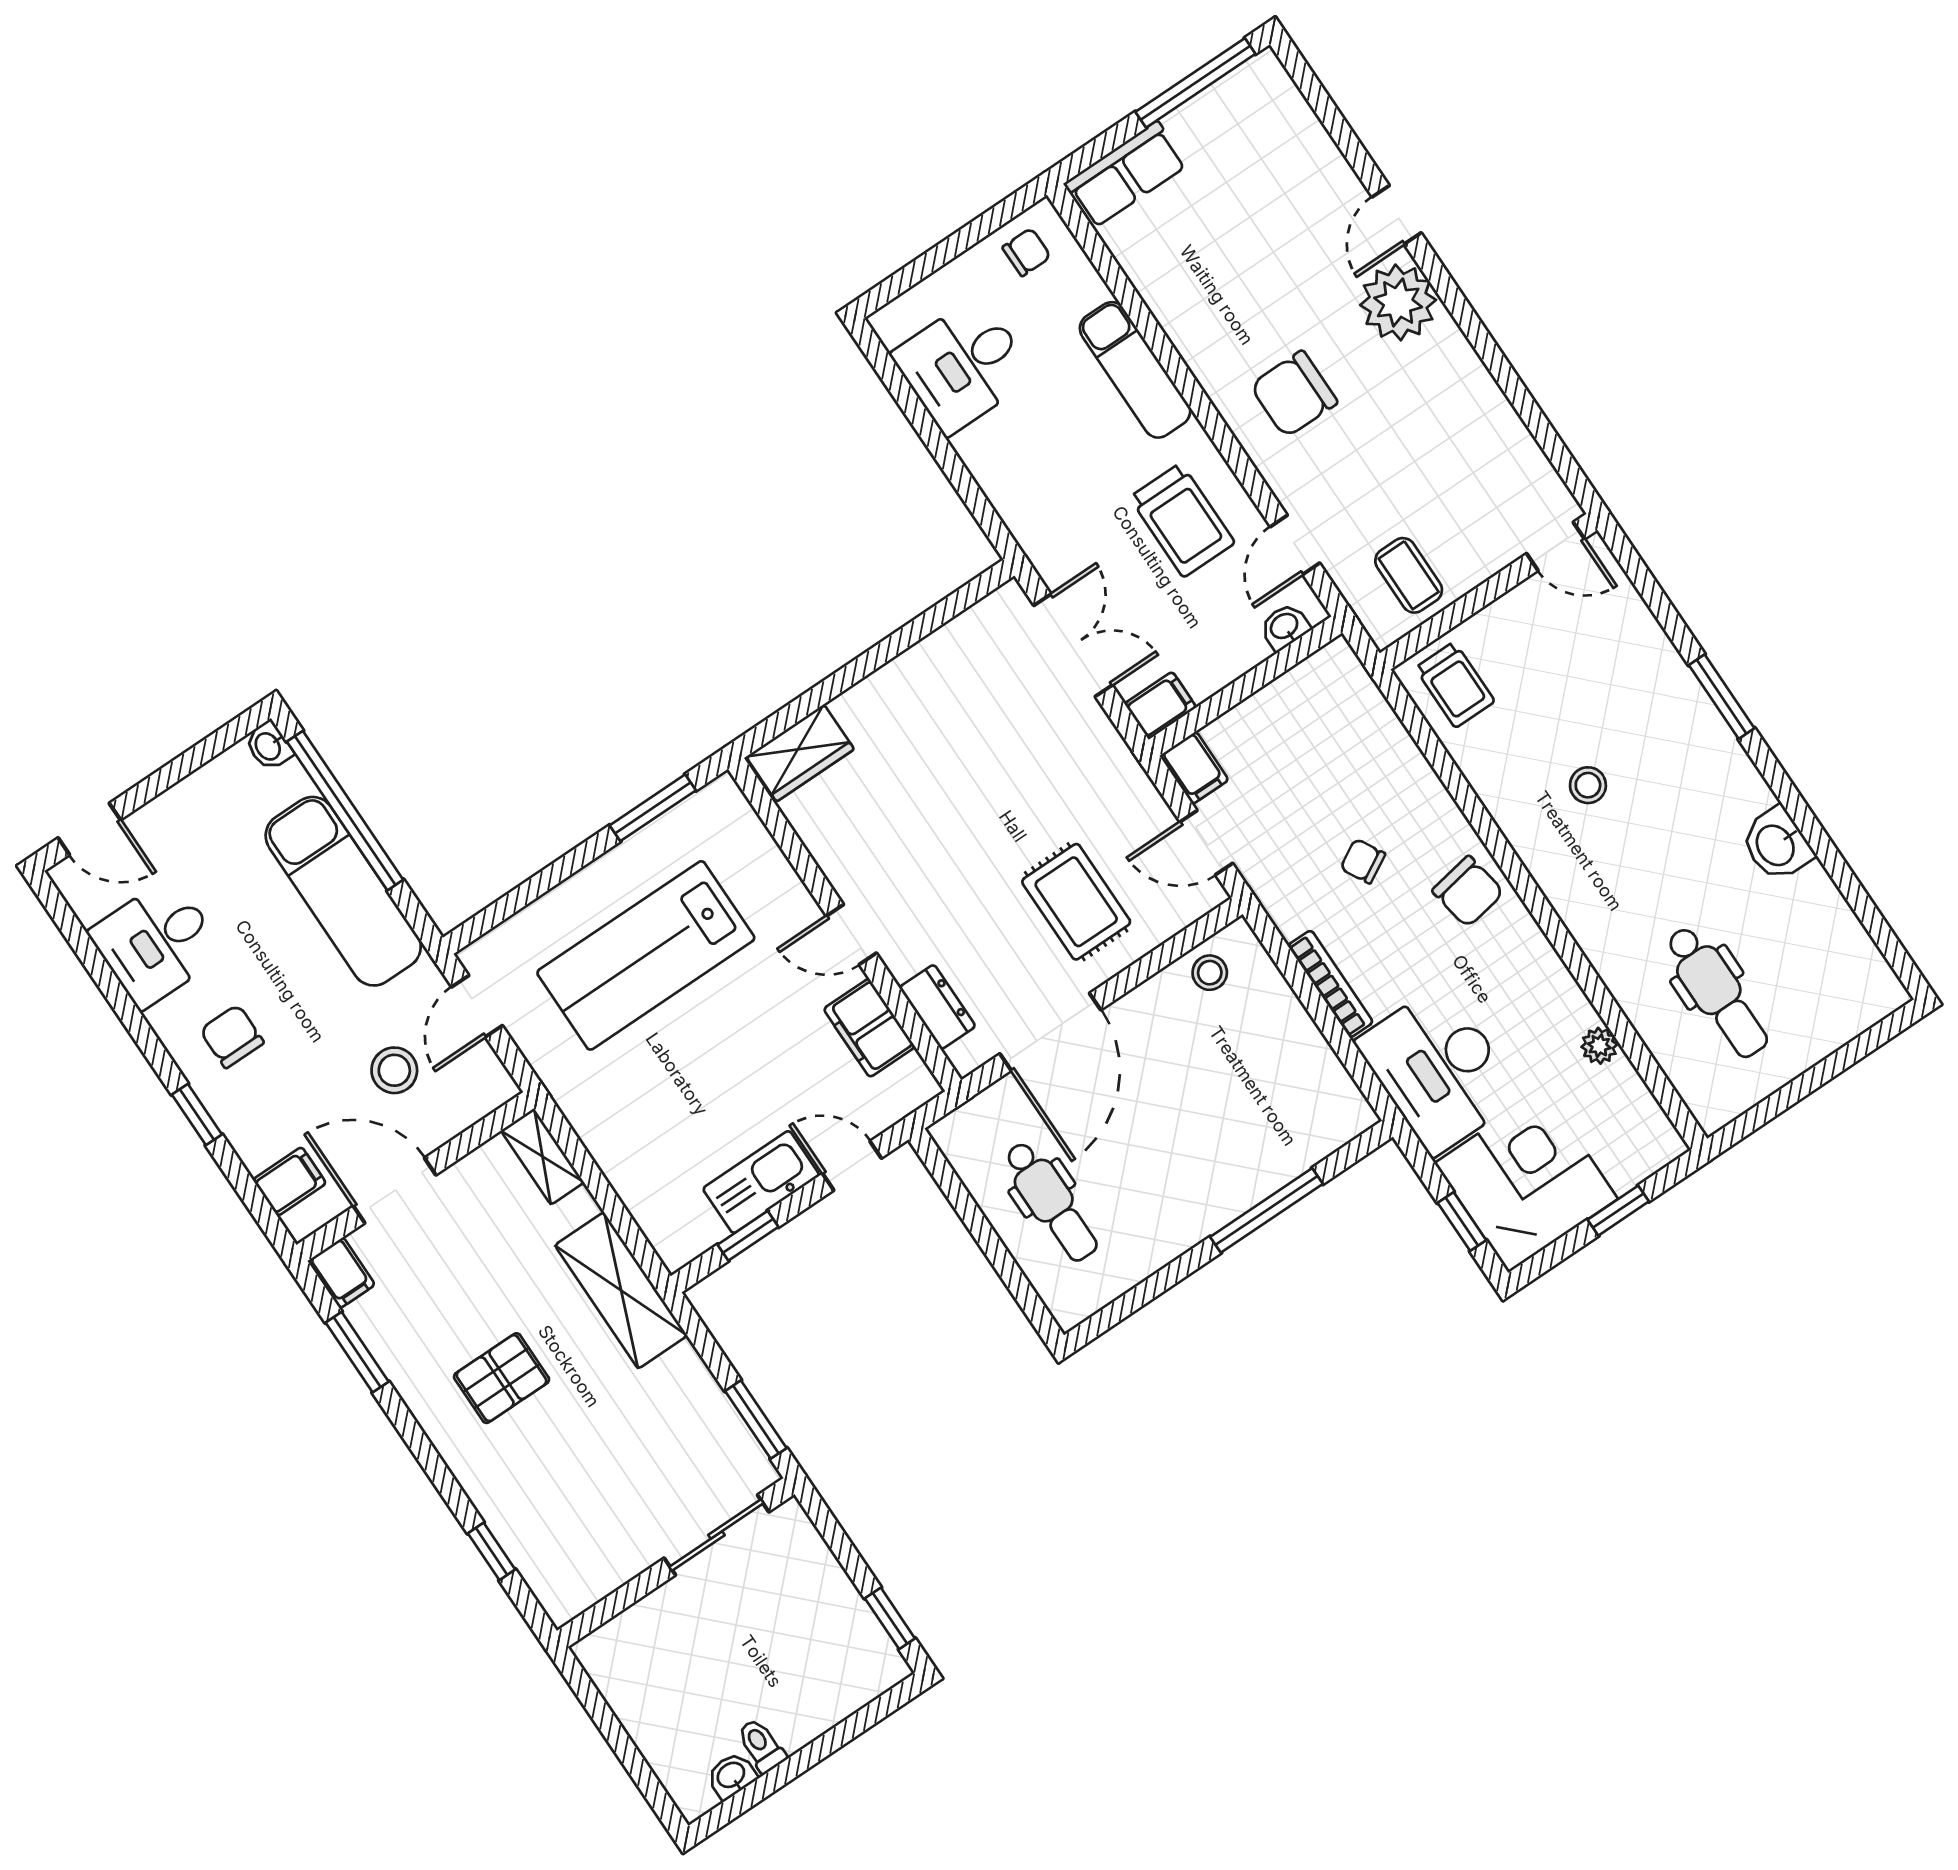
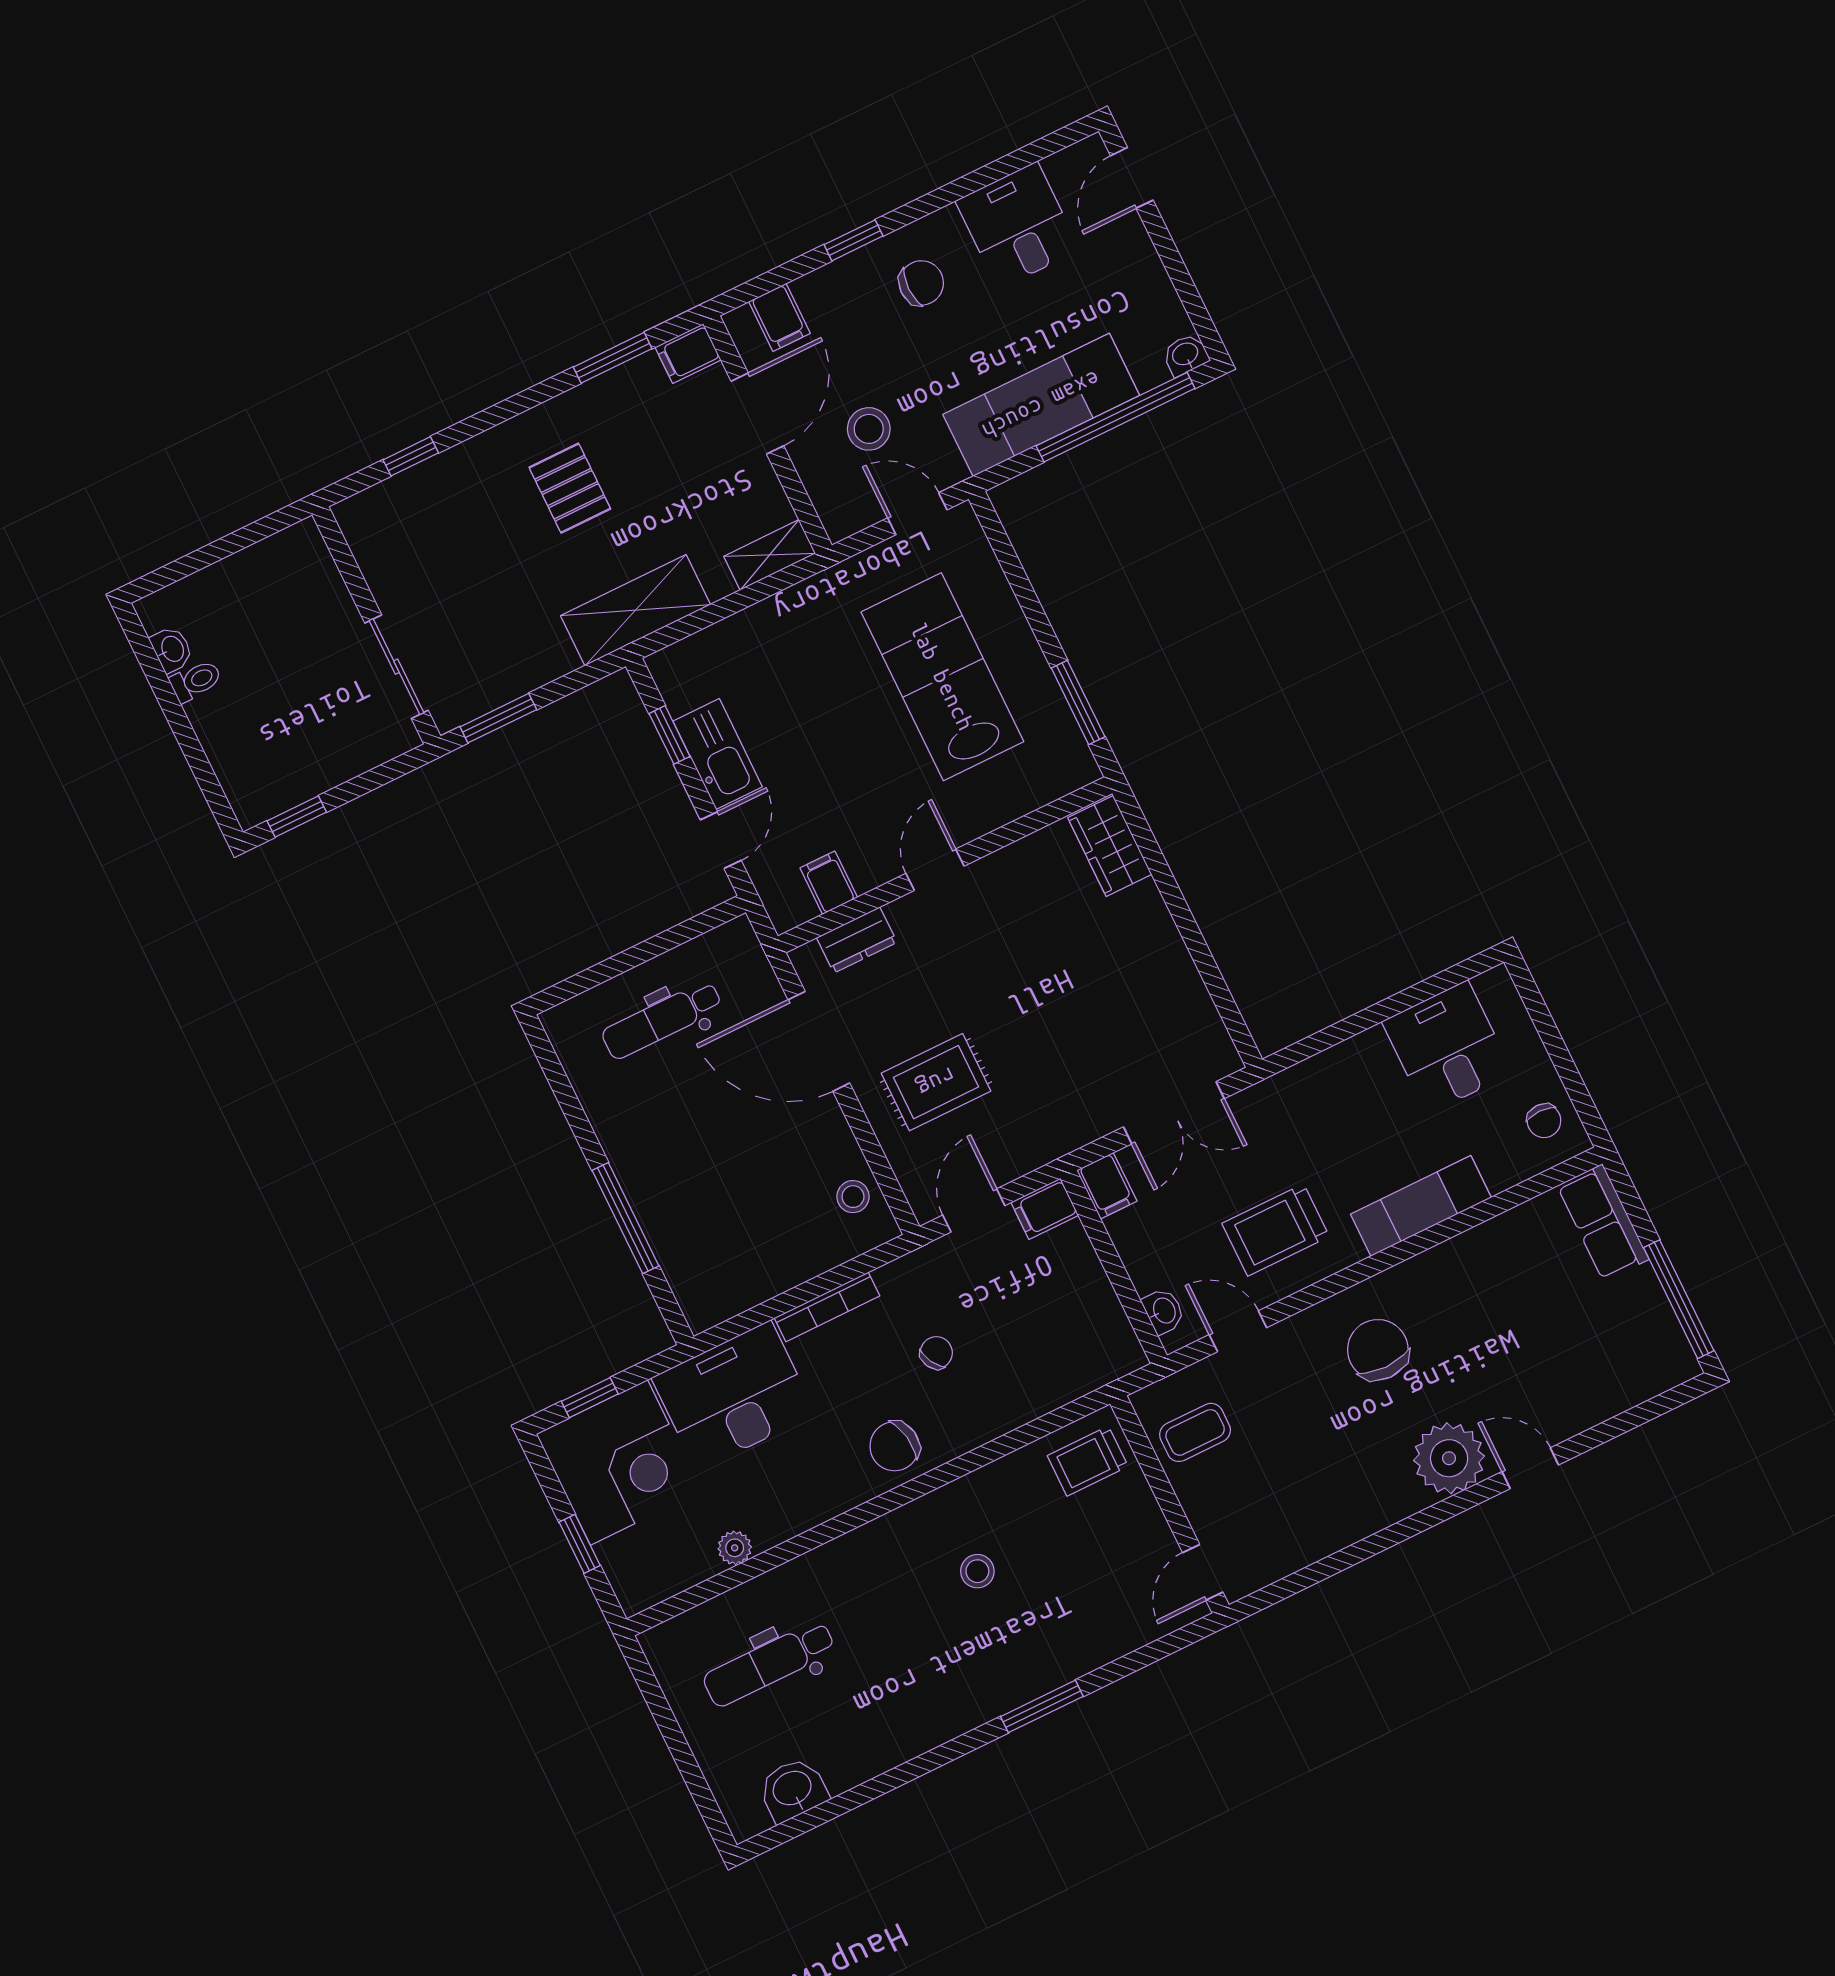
washbasin: (1777, 844) -> (793, 1789), moved
filing cabinet: (869, 1028) -> (829, 883), width x0.50

